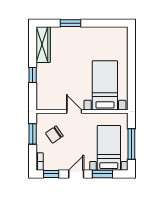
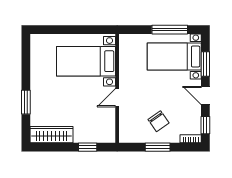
bed with nightstands: (105, 85) -> (86, 61), moved
door: (74, 112) -> (117, 98), moved
wall: (82, 112) -> (117, 88), moved

